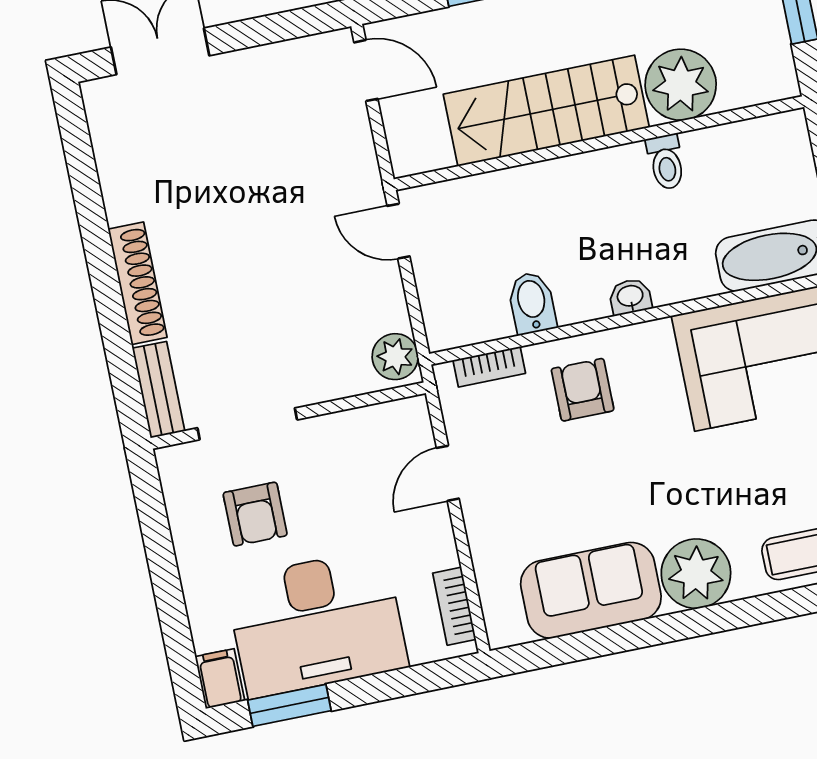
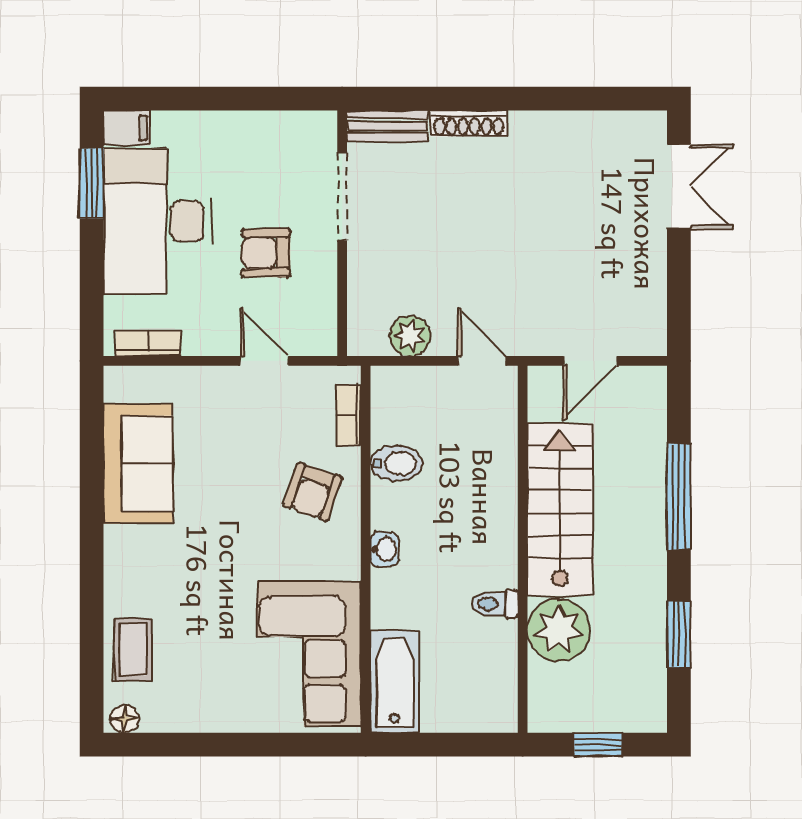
door: (366, 71) -> (590, 361), moved
door: (399, 231) -> (482, 361), hinge flipped
shoe rack: (138, 283) -> (469, 123), width x0.74, depth x0.81
plant: (395, 357) -> (410, 336), moved
armchair: (583, 390) -> (313, 492), turned 109
armchair: (255, 514) -> (266, 253), moved
plant: (696, 574) -> (134, 557), removed

